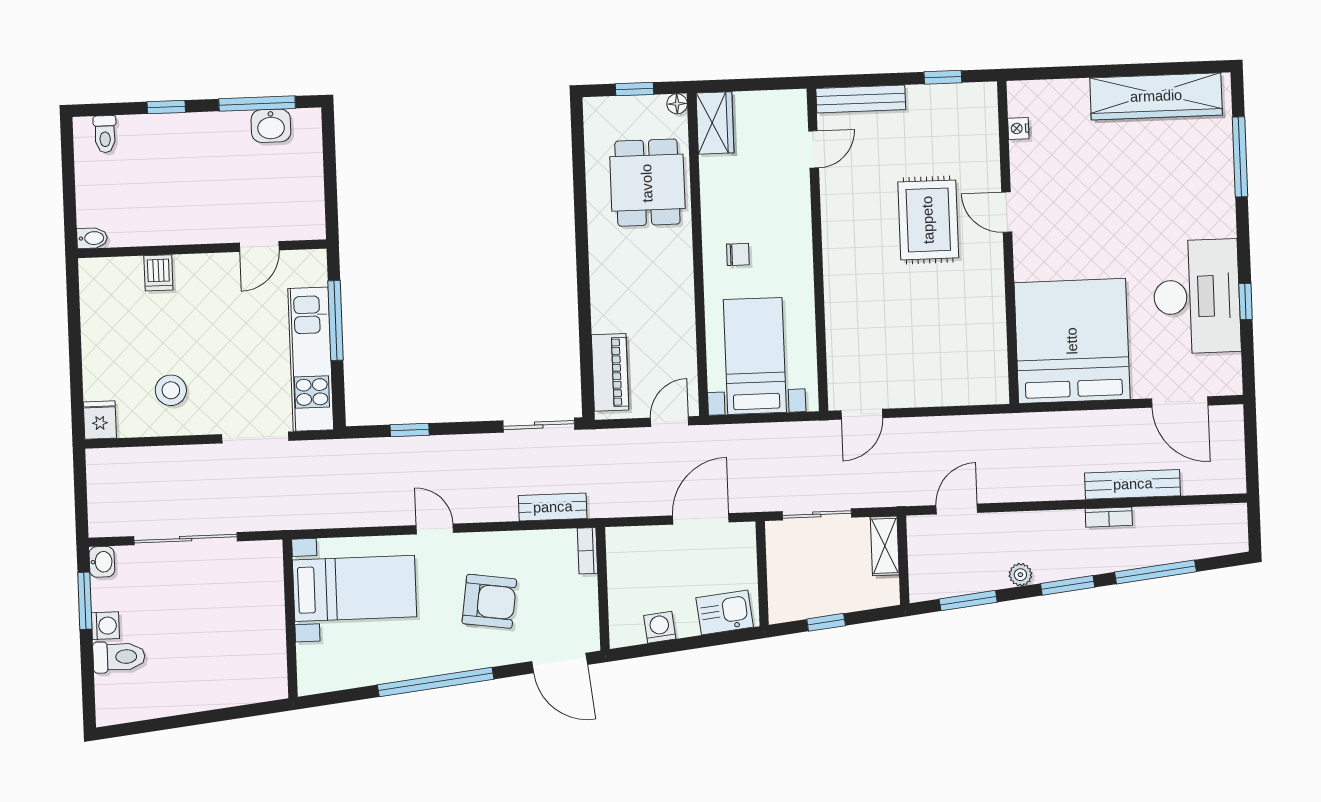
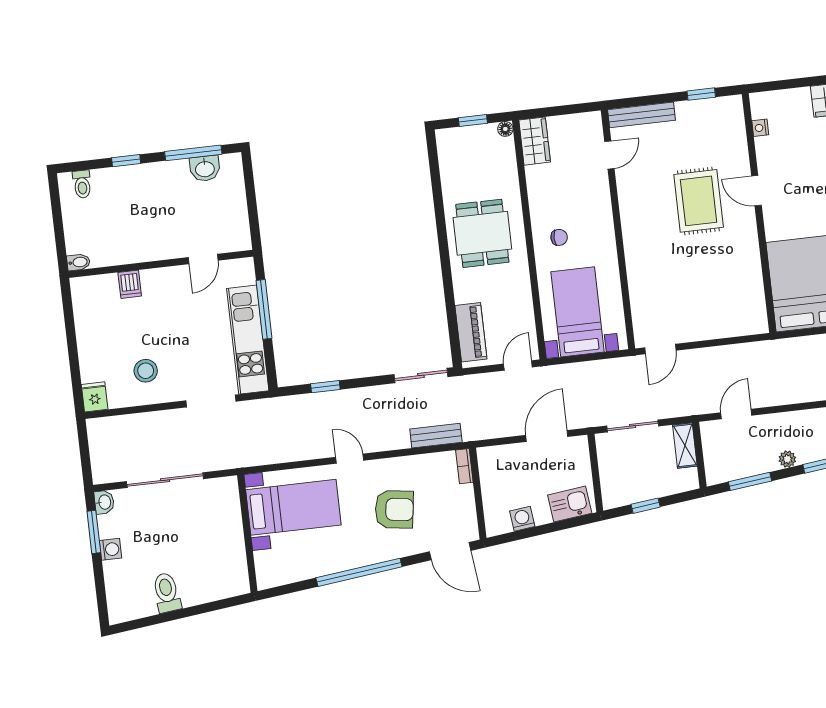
dining table: (647, 183) -> (482, 233), moved
toilet: (119, 657) -> (167, 593), moved, turned -96

